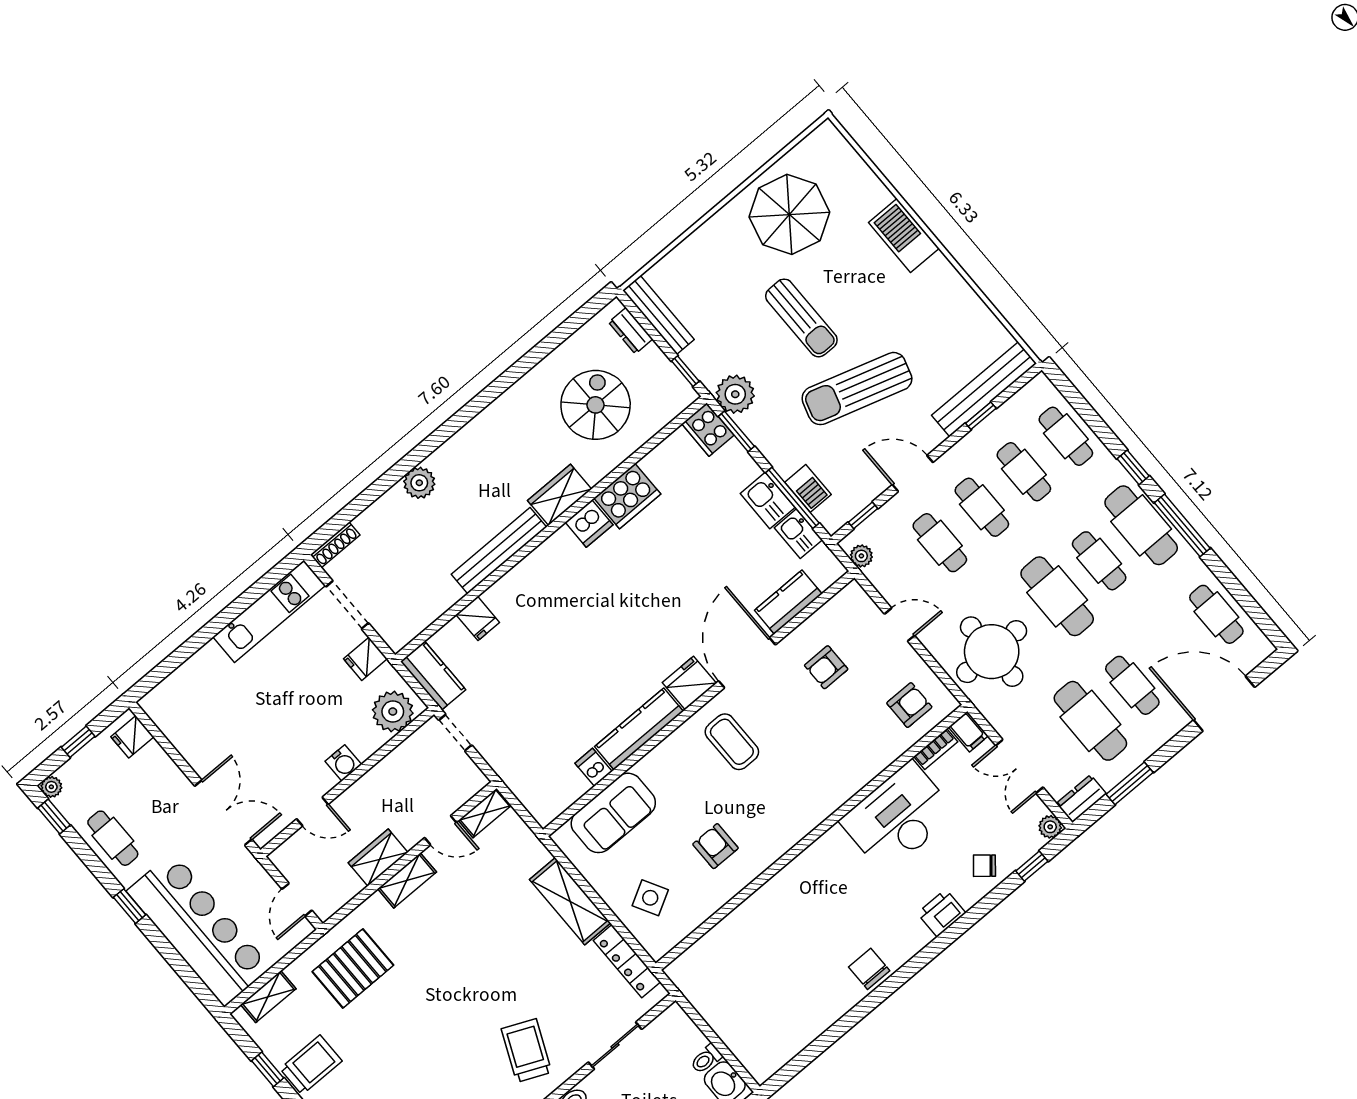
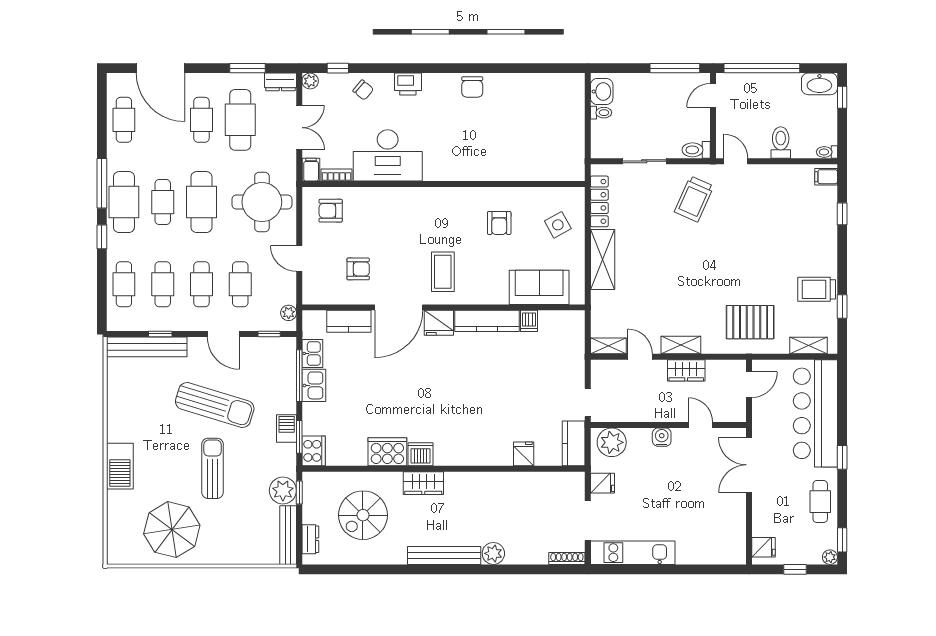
plant: (735, 394) -> (283, 491), moved
barbecue: (808, 488) -> (287, 428), moved
bench: (499, 551) -> (444, 555), moved

